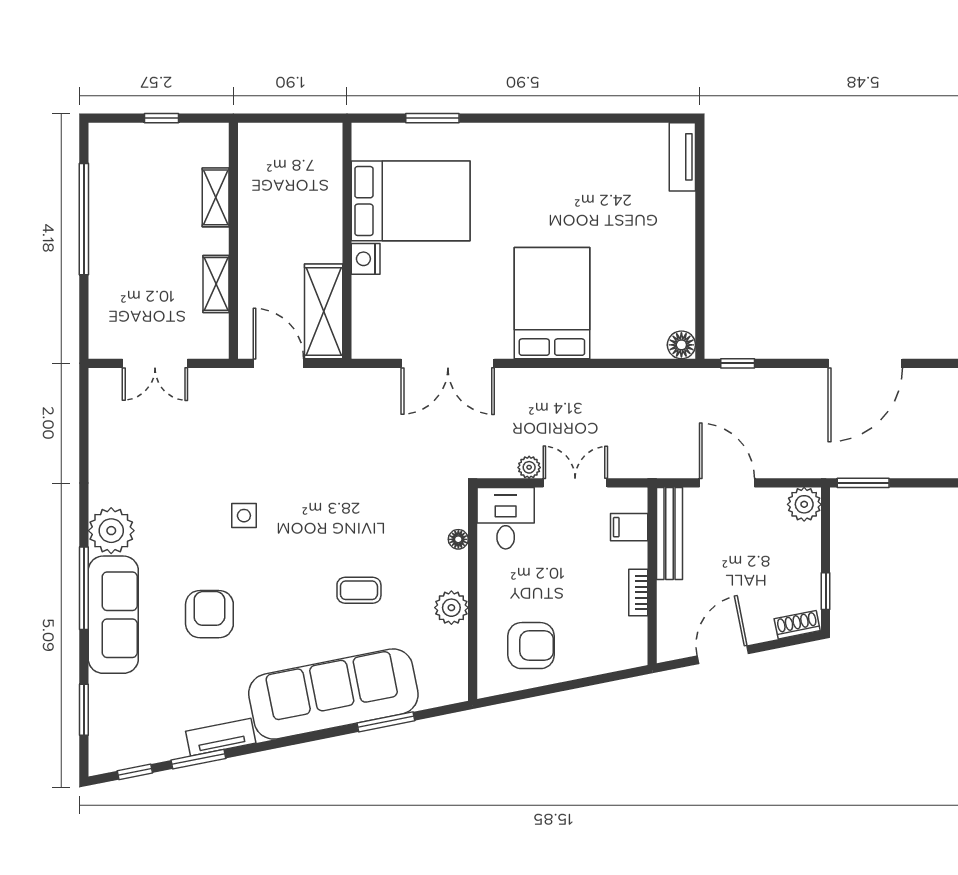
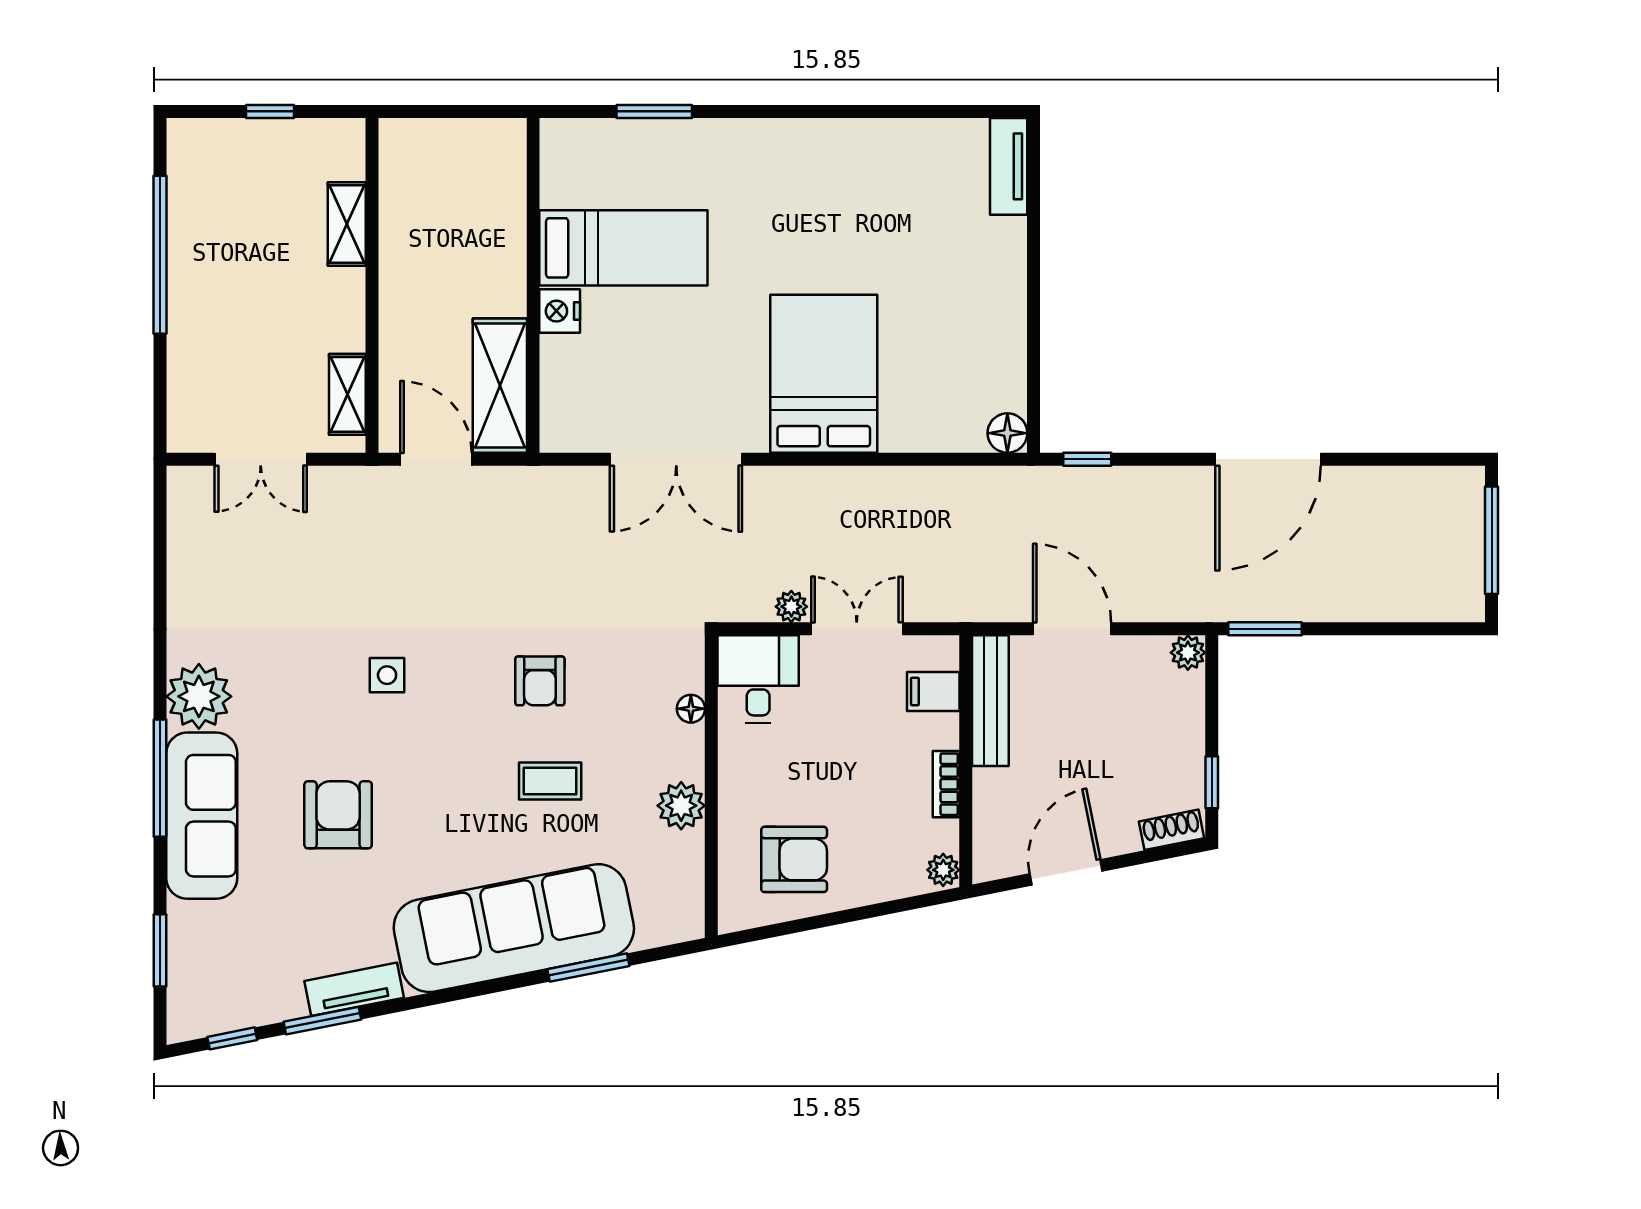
bed: (411, 201) -> (623, 248), width x0.67
shelving: (216, 284) -> (347, 394), moved
plant: (804, 504) -> (1188, 653), width x0.73, depth x0.73
armchair: (352, 520) -> (540, 681), added
plant: (636, 653) -> (943, 870), added

